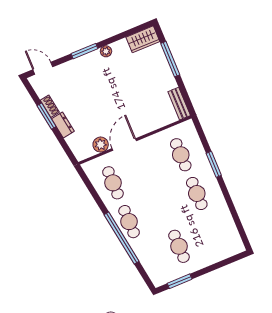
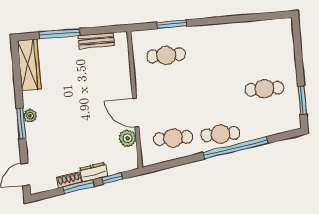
wardrobe: (143, 39) -> (29, 65), width x1.50
plant: (106, 51) -> (30, 116), moved
bench: (179, 104) -> (96, 41), moved
window: (63, 142) -> (112, 178), added
window: (214, 164) -> (172, 24), moved
cafe table: (197, 194) -> (213, 51), removed

